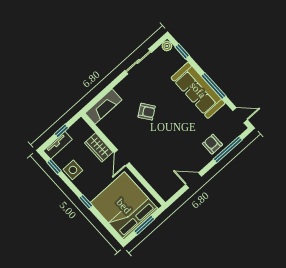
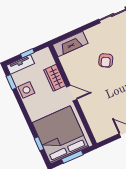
armchair: (147, 112) -> (106, 60), turned 66
door: (122, 158) -> (72, 93), swing flipped
window: (86, 202) -> (39, 144), moved

